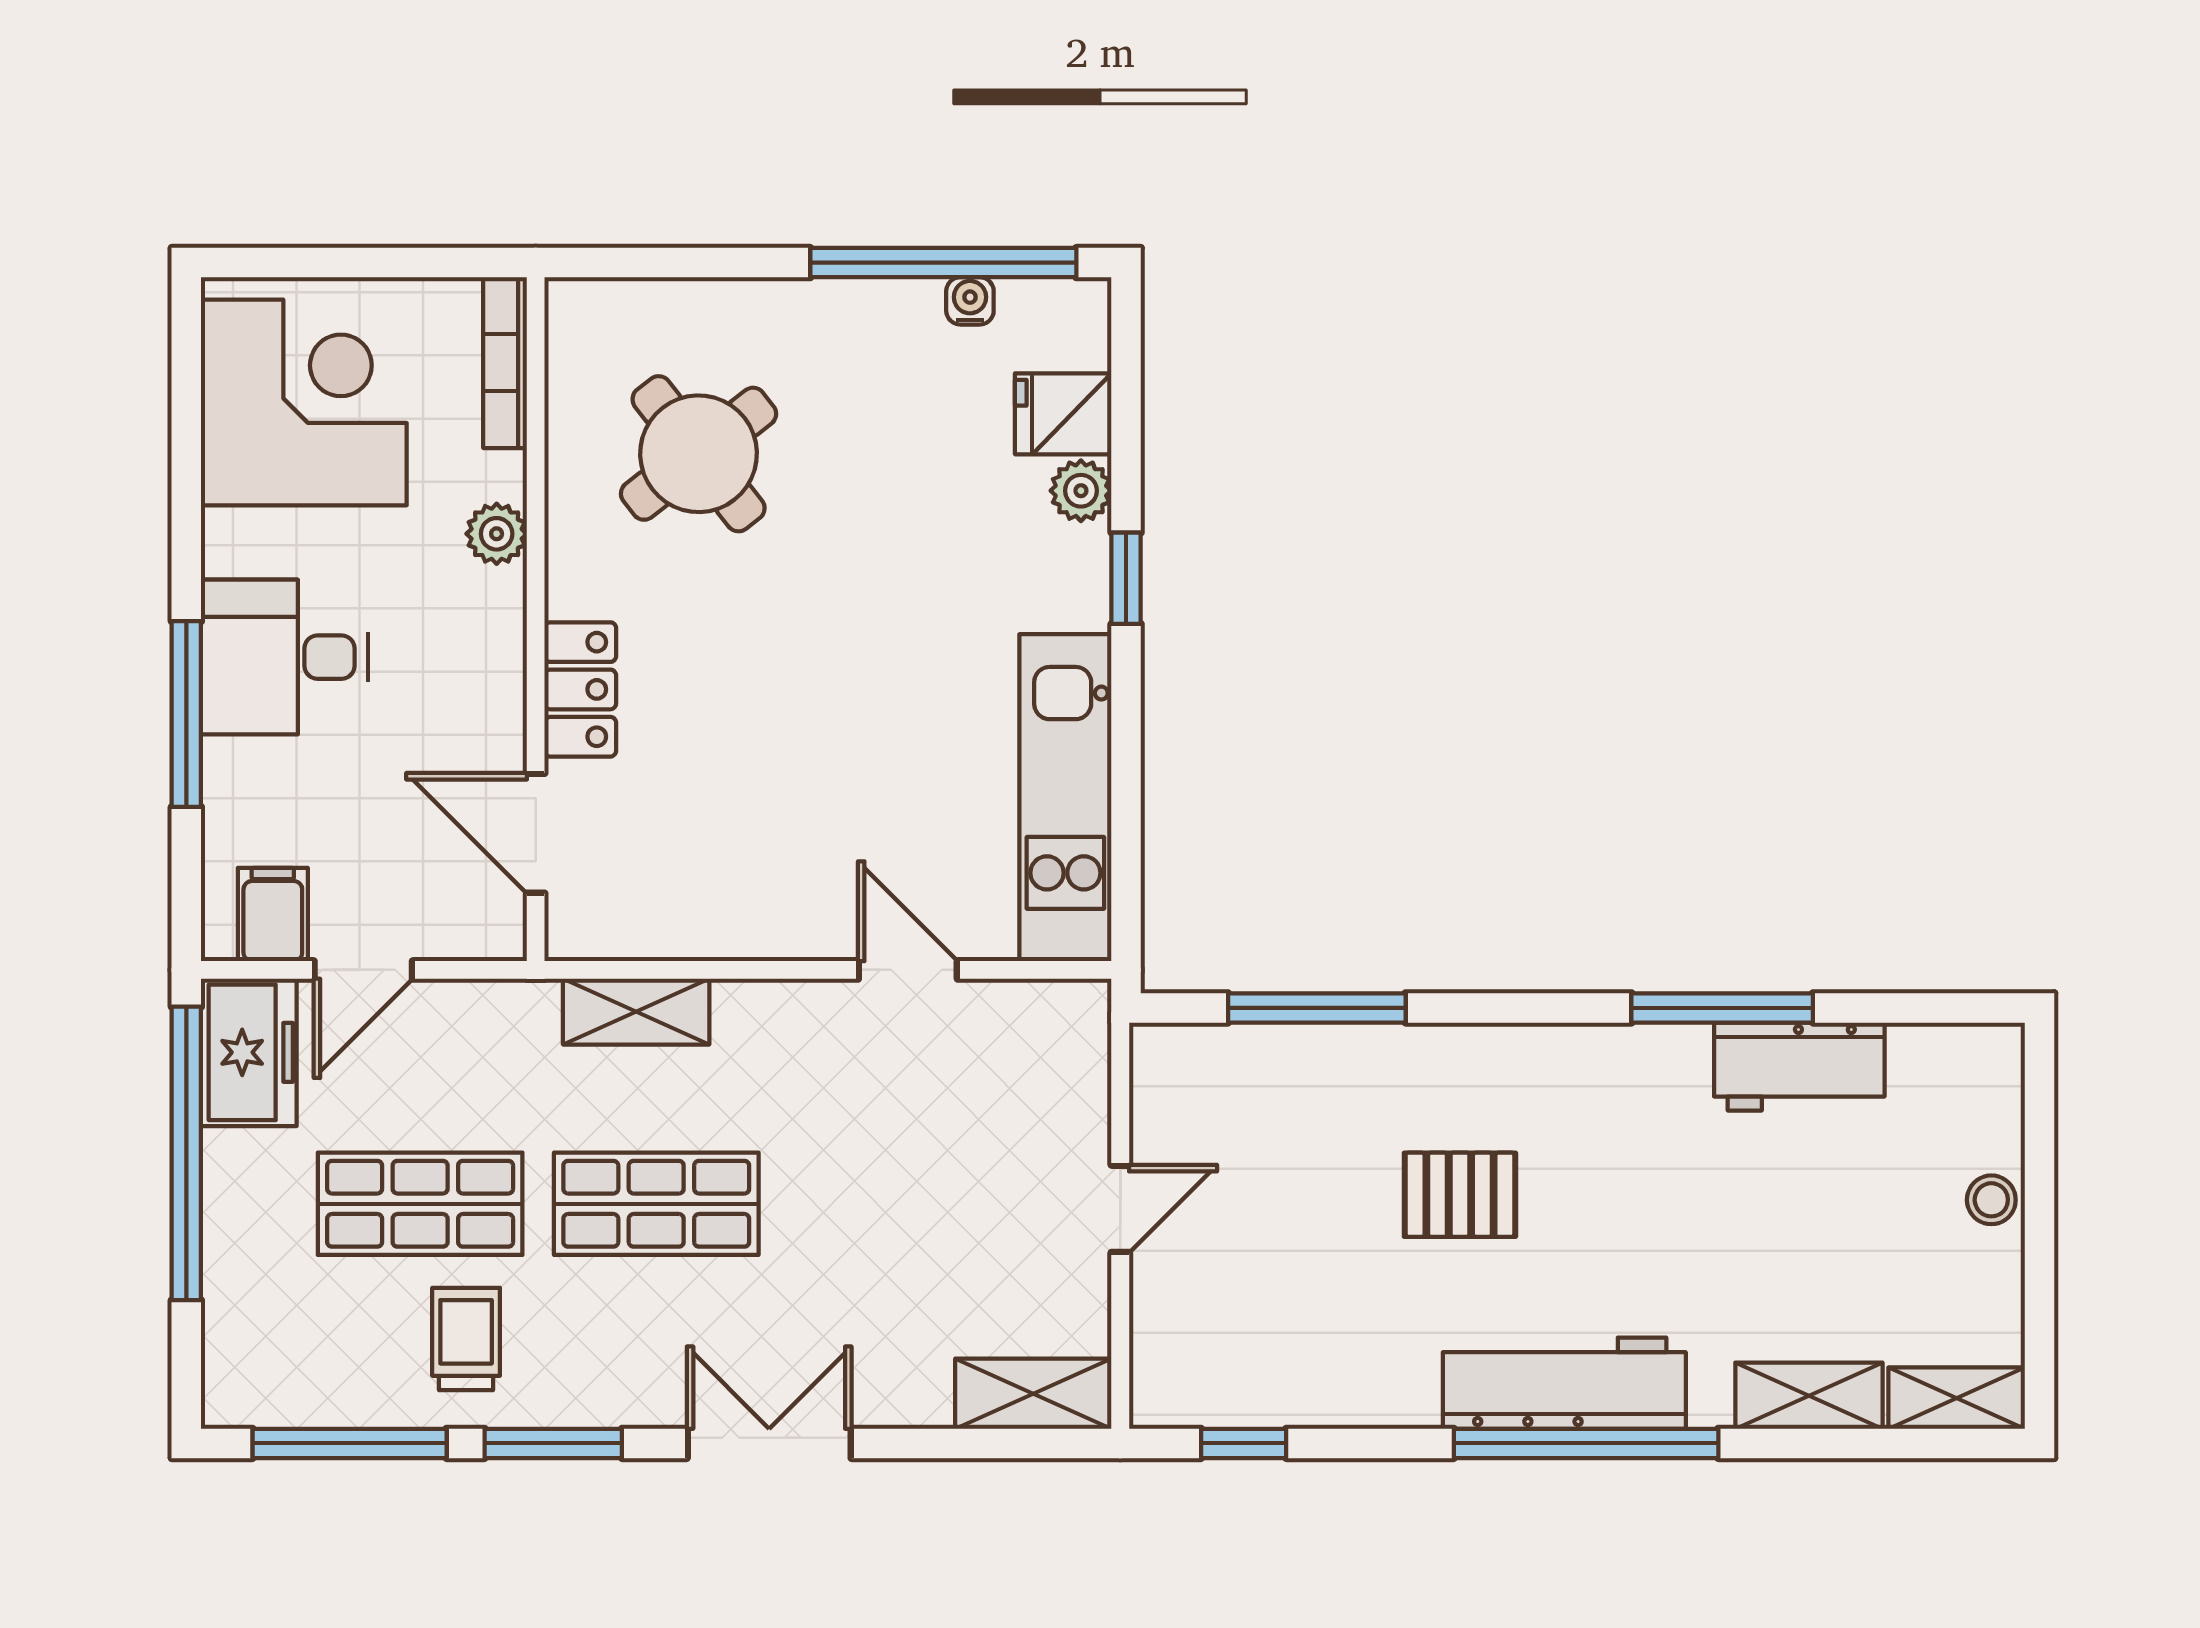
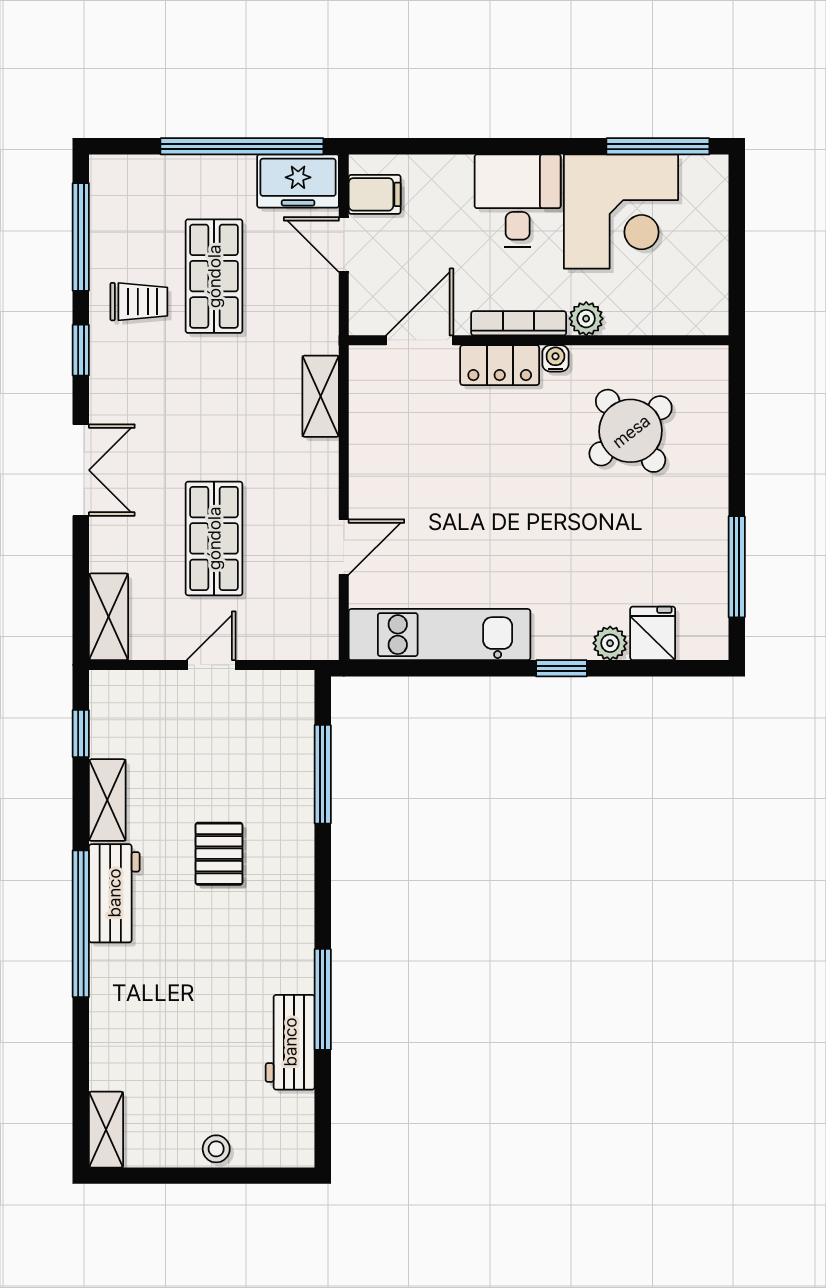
window: (943, 263) -> (737, 567), width x0.68
water cooler: (970, 301) -> (555, 358), moved, turned -90
bookcase: (505, 363) -> (519, 323), moved
corner desk: (304, 402) -> (621, 212), moved
window: (186, 714) -> (658, 146), moved
shop shelf: (656, 1204) -> (214, 538), moved
door: (1120, 1209) -> (211, 665), swing flipped
workbench: (1564, 1383) -> (114, 893), width x0.73
shelving: (1809, 1396) -> (107, 800), moved
window: (553, 1443) -> (81, 350), width x0.67

